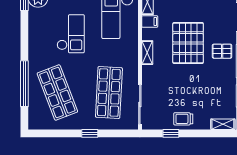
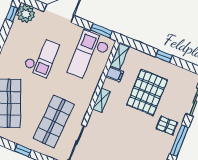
pallet: (188, 43) -> (147, 92), moved

